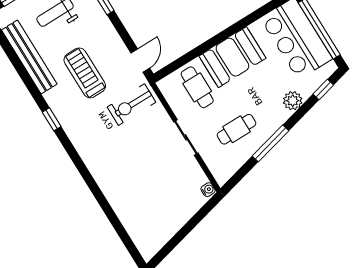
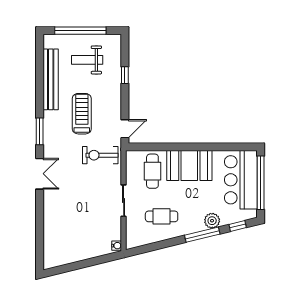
window: (52, 119) -> (40, 131), width x1.50
window: (270, 143) -> (202, 235), moved
double door: (79, 164) -> (40, 174), added

